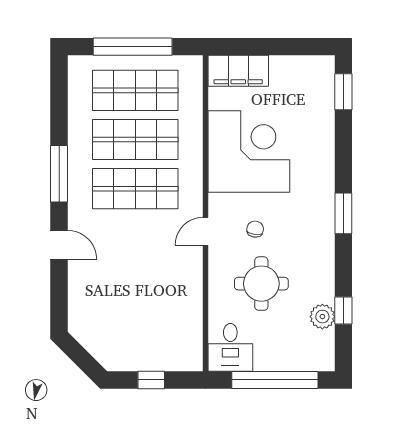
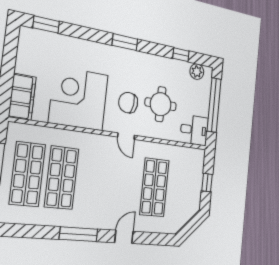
shop shelf: (135, 189) -> (154, 187), moved
chair: (255, 229) -> (128, 103), width x1.87, depth x1.87
plant: (322, 317) -> (197, 72), moved

